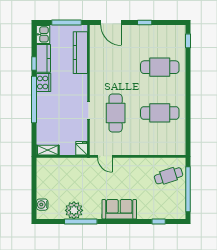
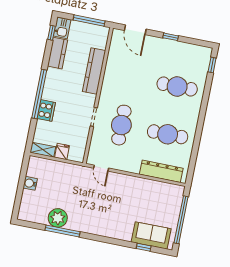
kitchen counter: (80, 53) -> (94, 71), moved
window: (34, 63) -> (51, 33), moved
cooker: (43, 82) -> (46, 110), moved
fridge: (82, 148) -> (62, 152), moved
dresser: (161, 148) -> (161, 171), added
cafe table: (169, 176) -> (164, 202), removed
water cooler: (42, 205) -> (30, 183), moved
sofa: (119, 209) -> (151, 235), moved

